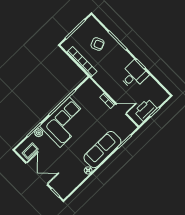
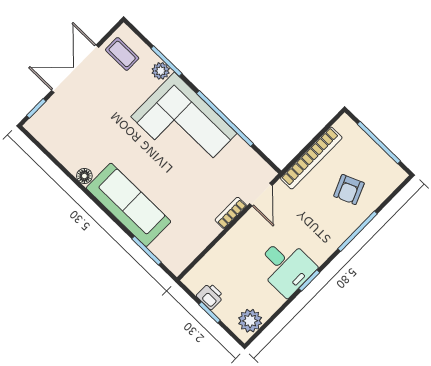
plant: (159, 93) -> (250, 321), added
door: (121, 109) -> (261, 195), moved
printer: (145, 110) -> (210, 296), width x0.53, depth x0.68
double door: (37, 174) -> (75, 69), swing flipped

